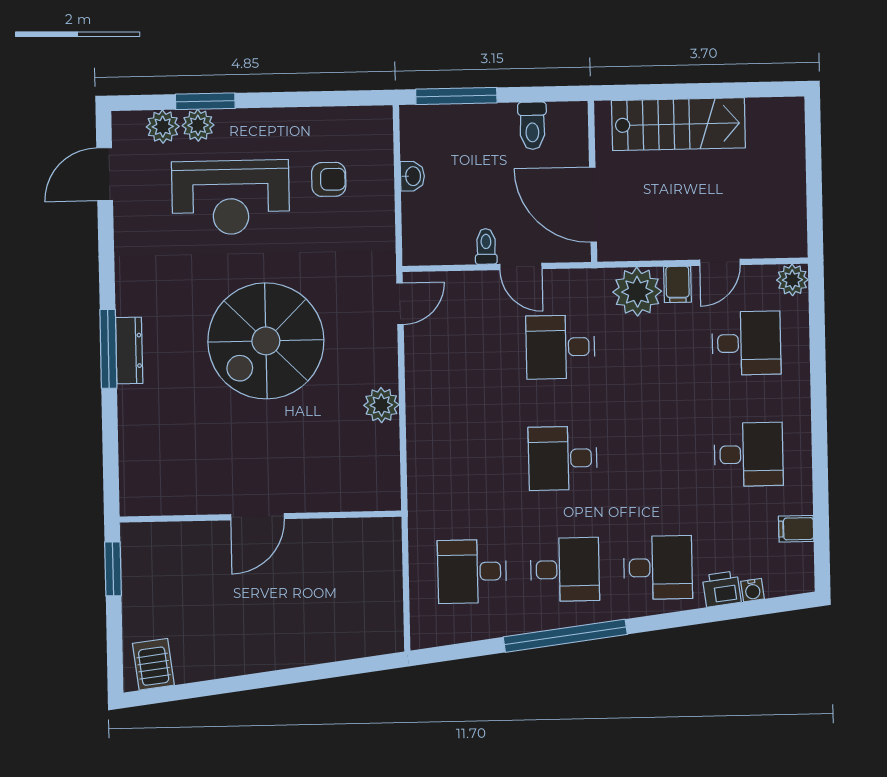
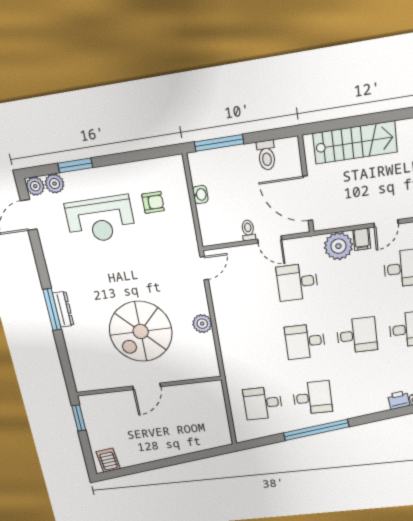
plant: (198, 125) -> (35, 186), moved
spiral stairs: (266, 341) -> (141, 331), moved
desk: (658, 568) -> (357, 335), moved

